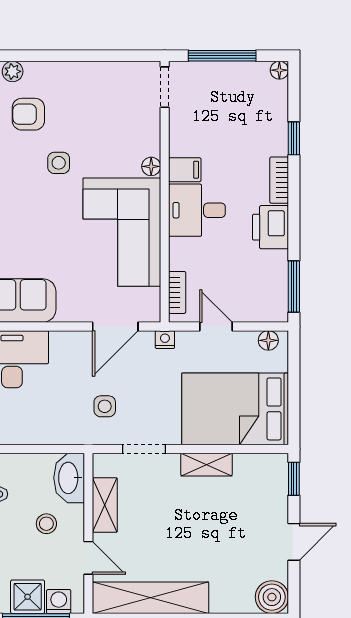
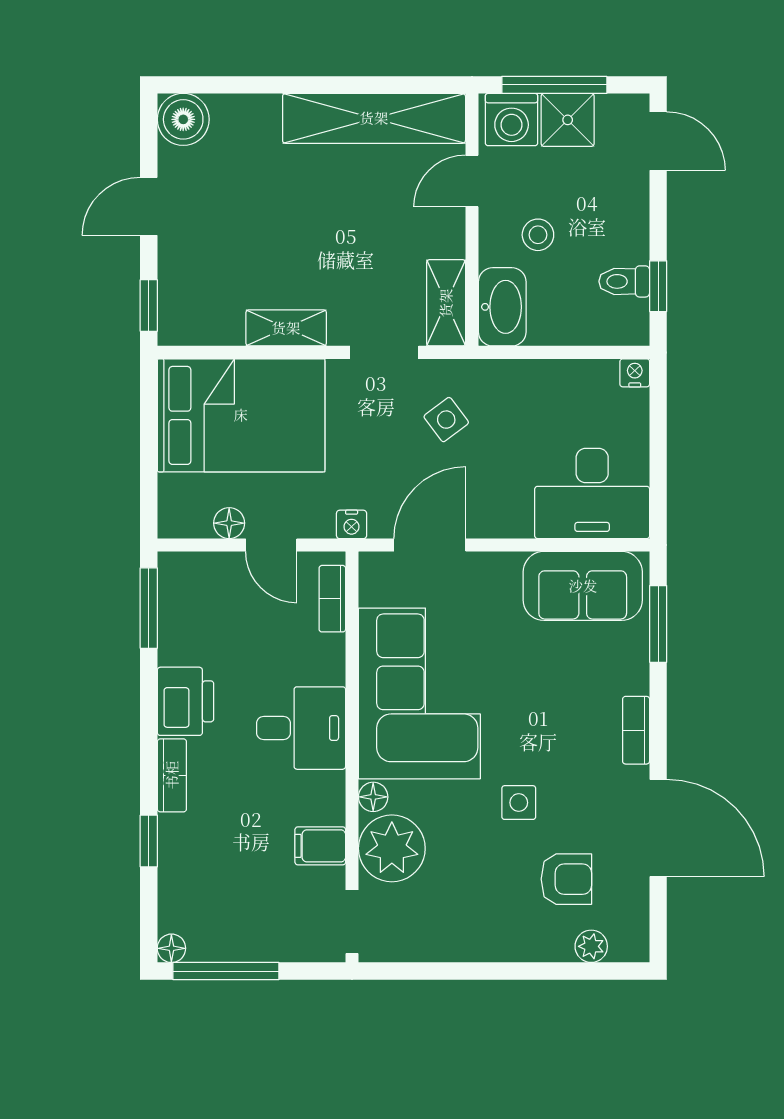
window: (222, 56) -> (226, 971), moved
plant: (139, 134) -> (392, 848), added
filing cabinet: (185, 170) -> (320, 846), moved
floor lamp: (268, 340) -> (229, 523), moved
side table: (105, 406) -> (446, 420), turned -37
shelving: (105, 505) -> (446, 303), moved
door: (88, 558) -> (472, 181), hinge flipped
washing machine: (59, 602) -> (512, 120), width x1.38, depth x1.38

